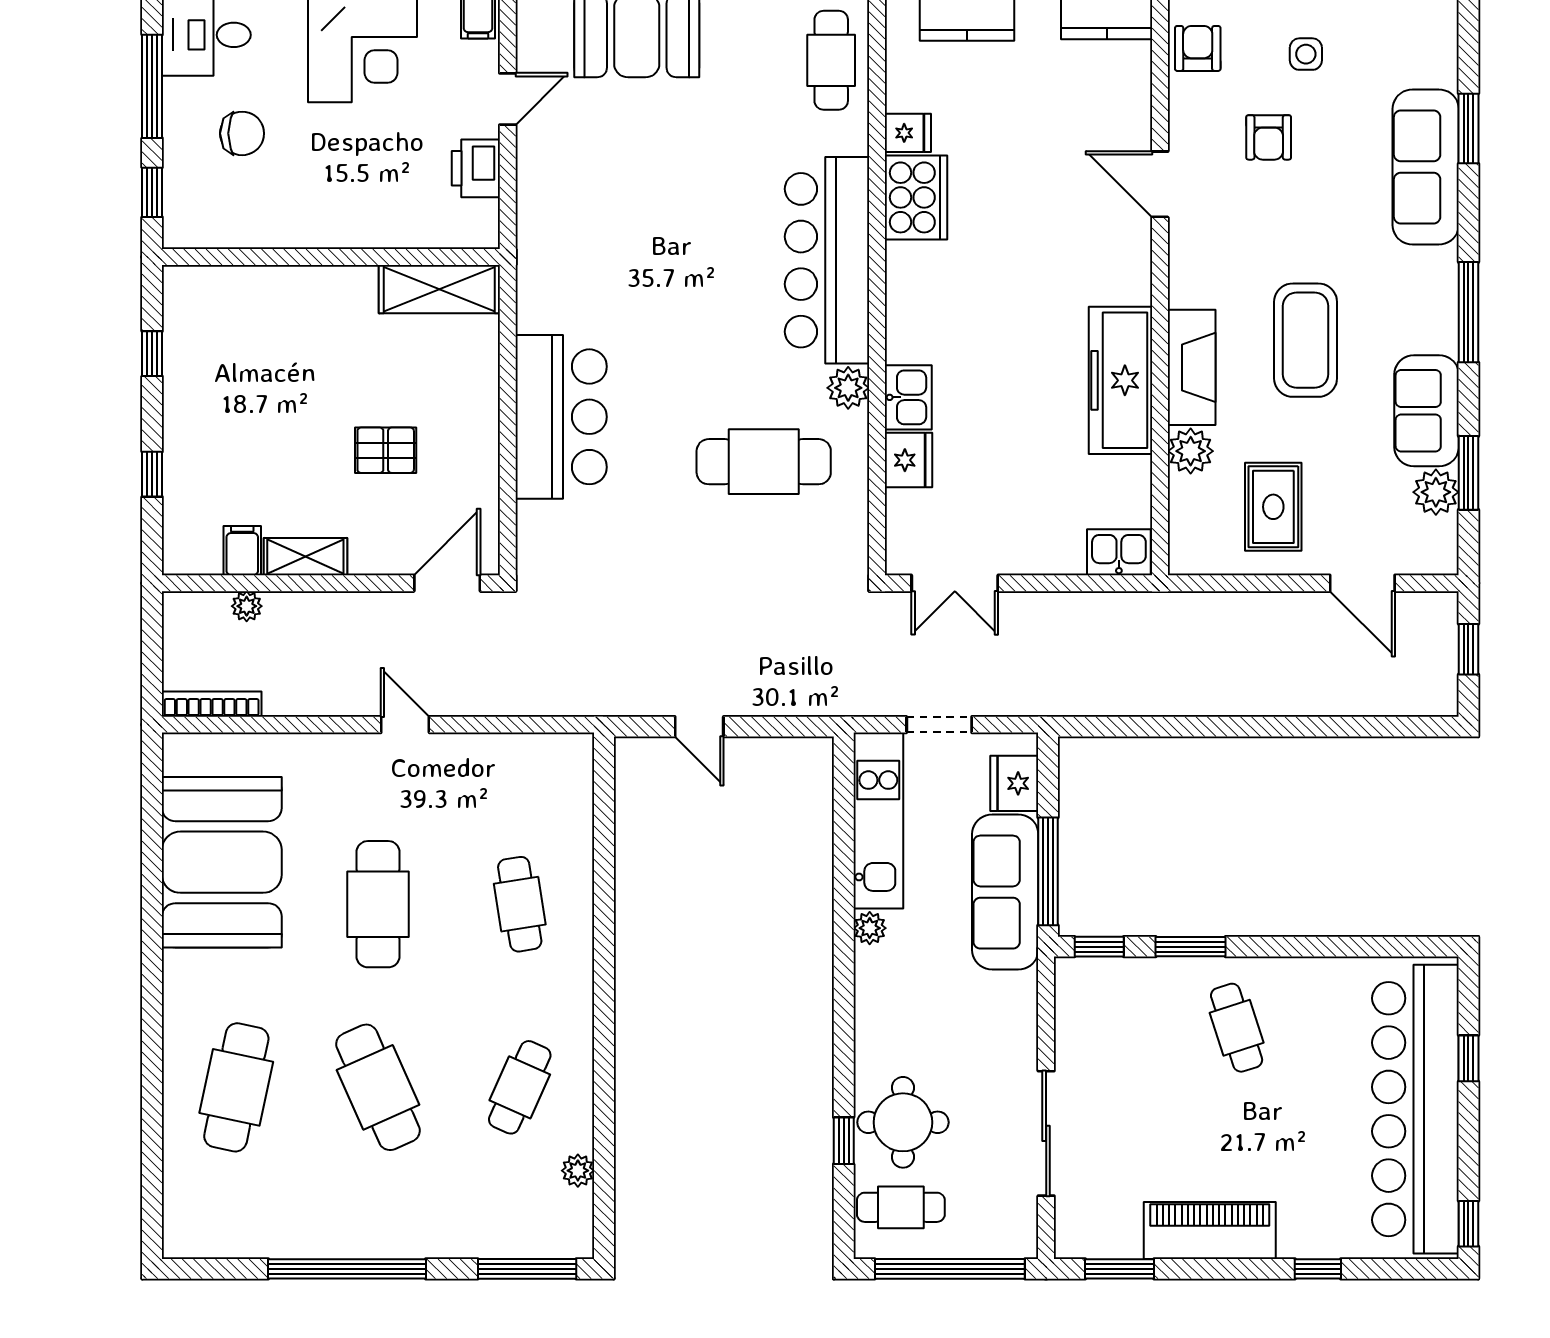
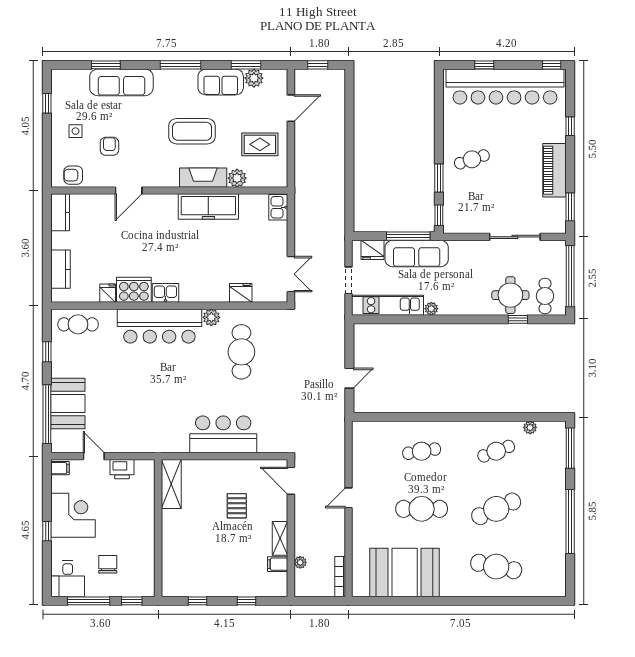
armchair: (1269, 137) -> (109, 146), turned -90
kitchen sink: (908, 397) -> (165, 293), moved
cafe table: (520, 1087) -> (496, 451), turned -45

